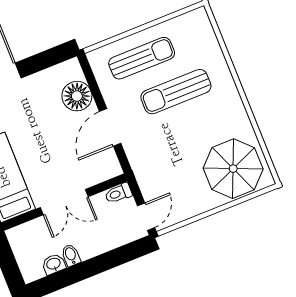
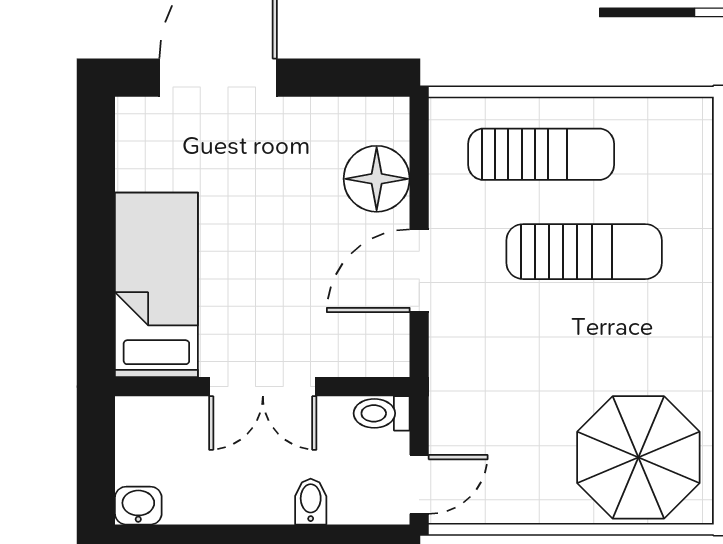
sun lounger: (176, 92) -> (584, 252), turned 180
bidet: (71, 255) -> (311, 502), moved
washbasin: (54, 264) -> (138, 506), moved

